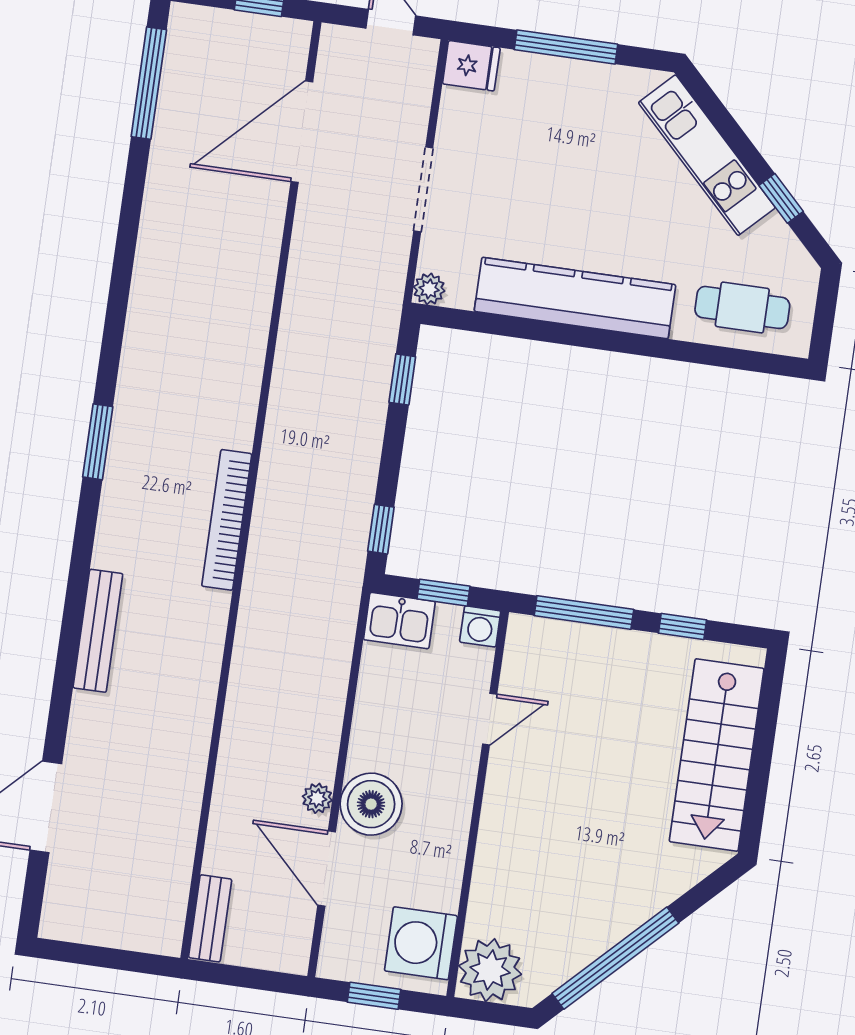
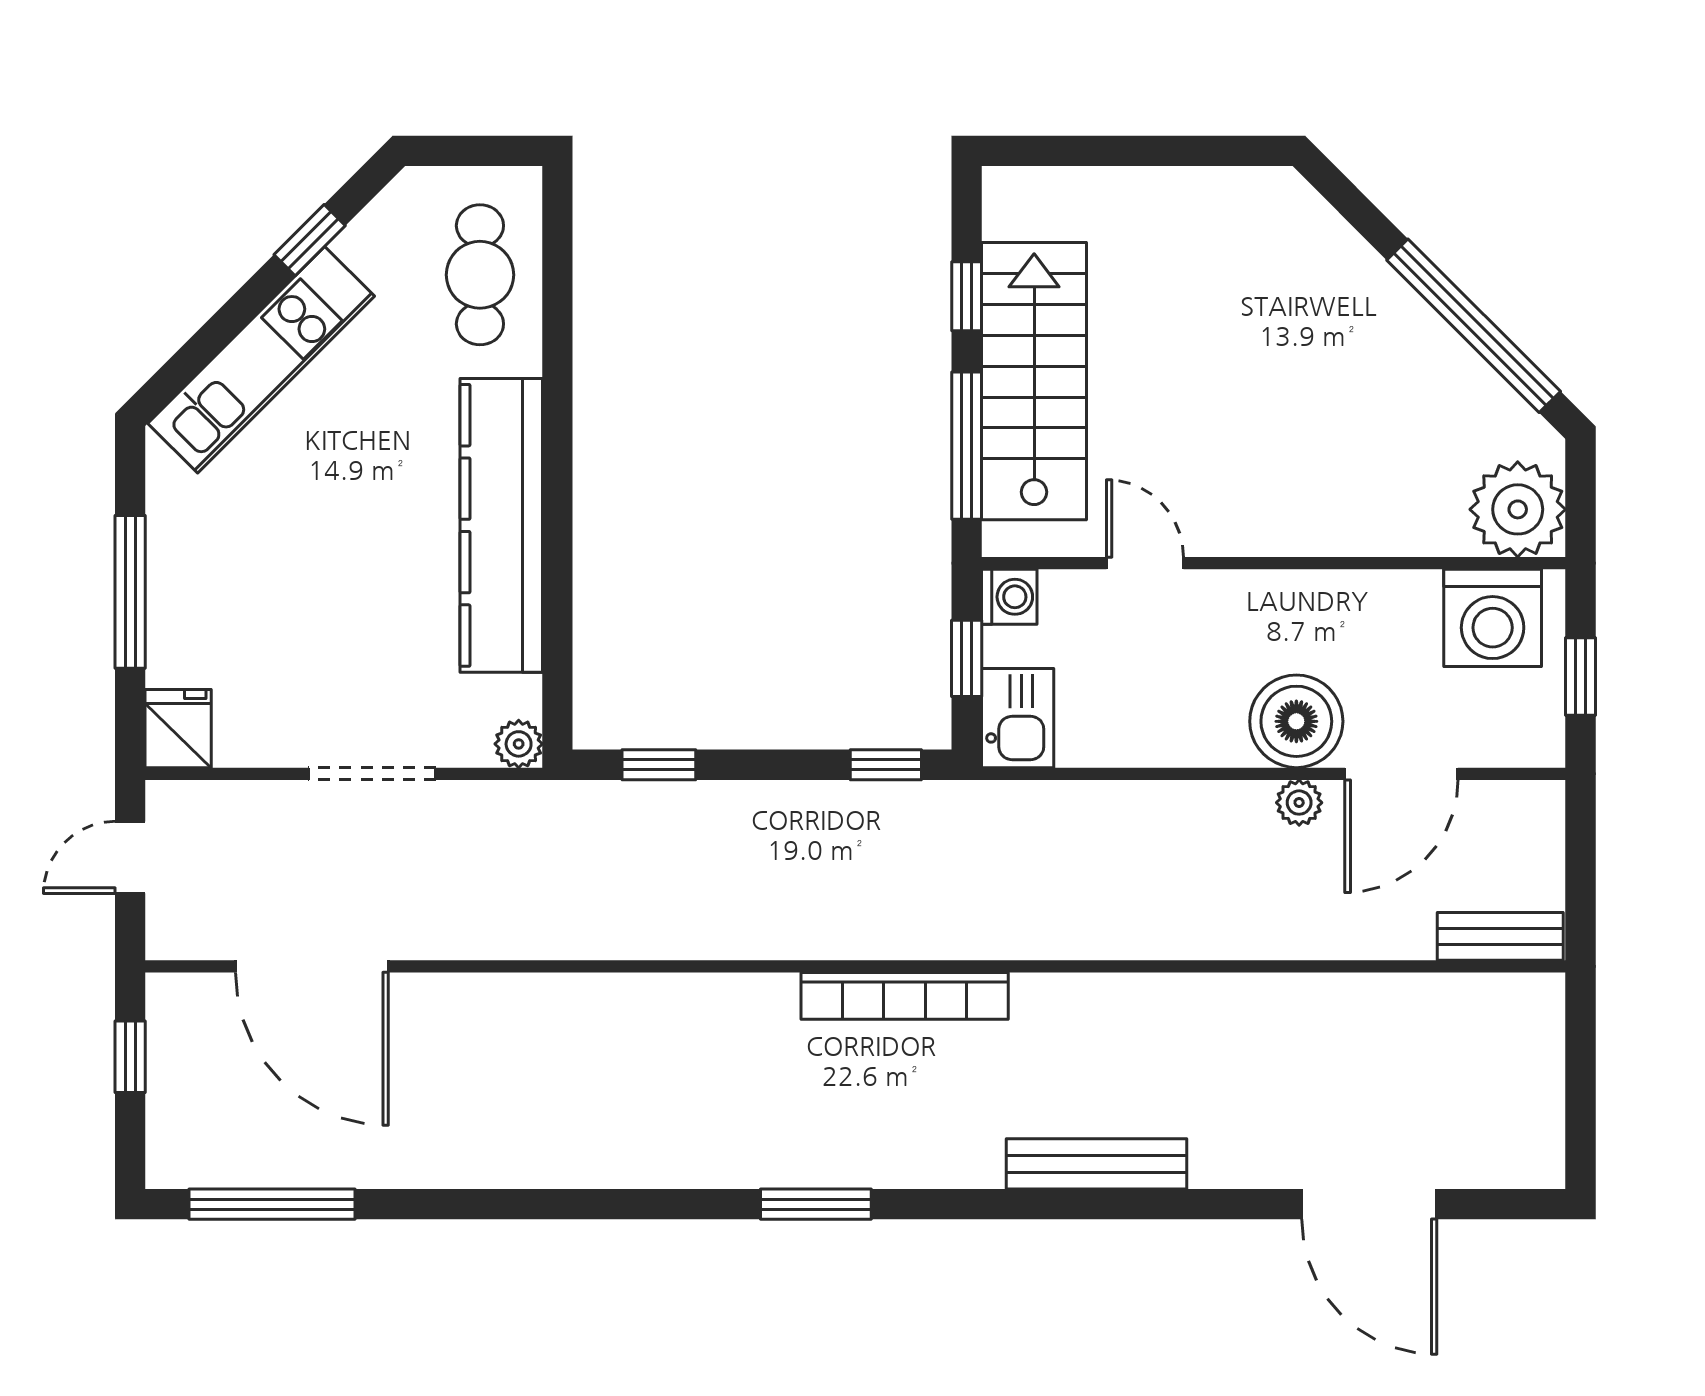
stairs: (717, 755) -> (1034, 381), moved, turned -90

